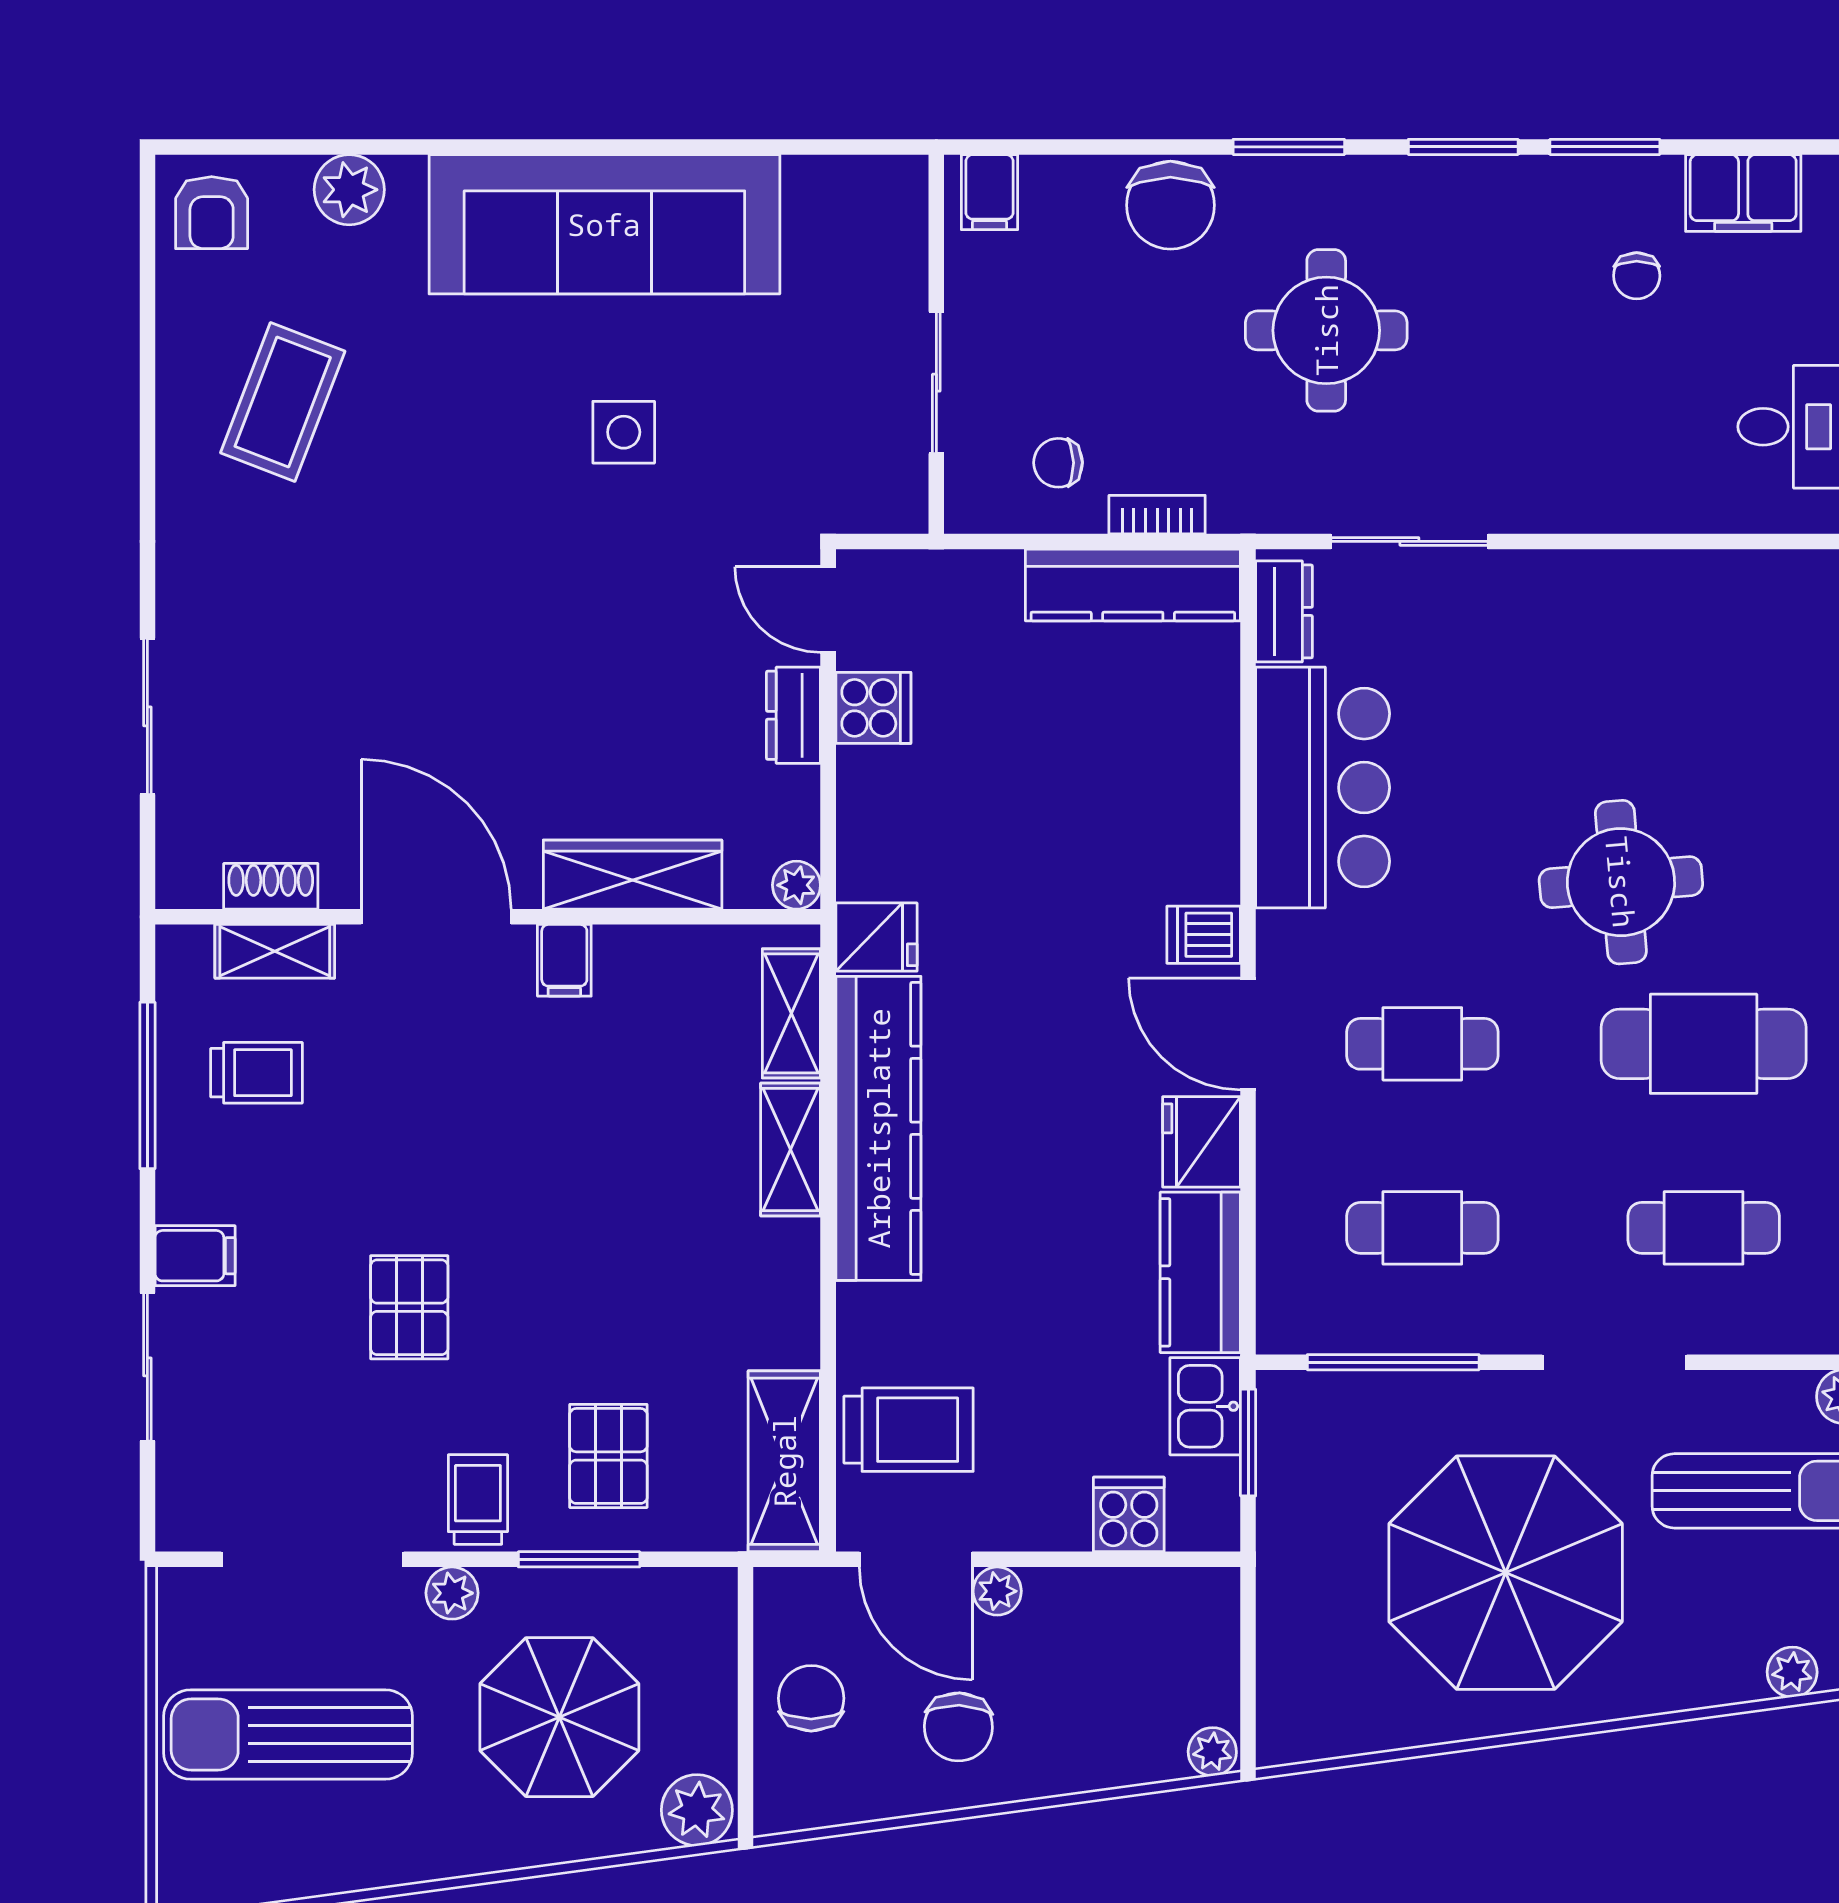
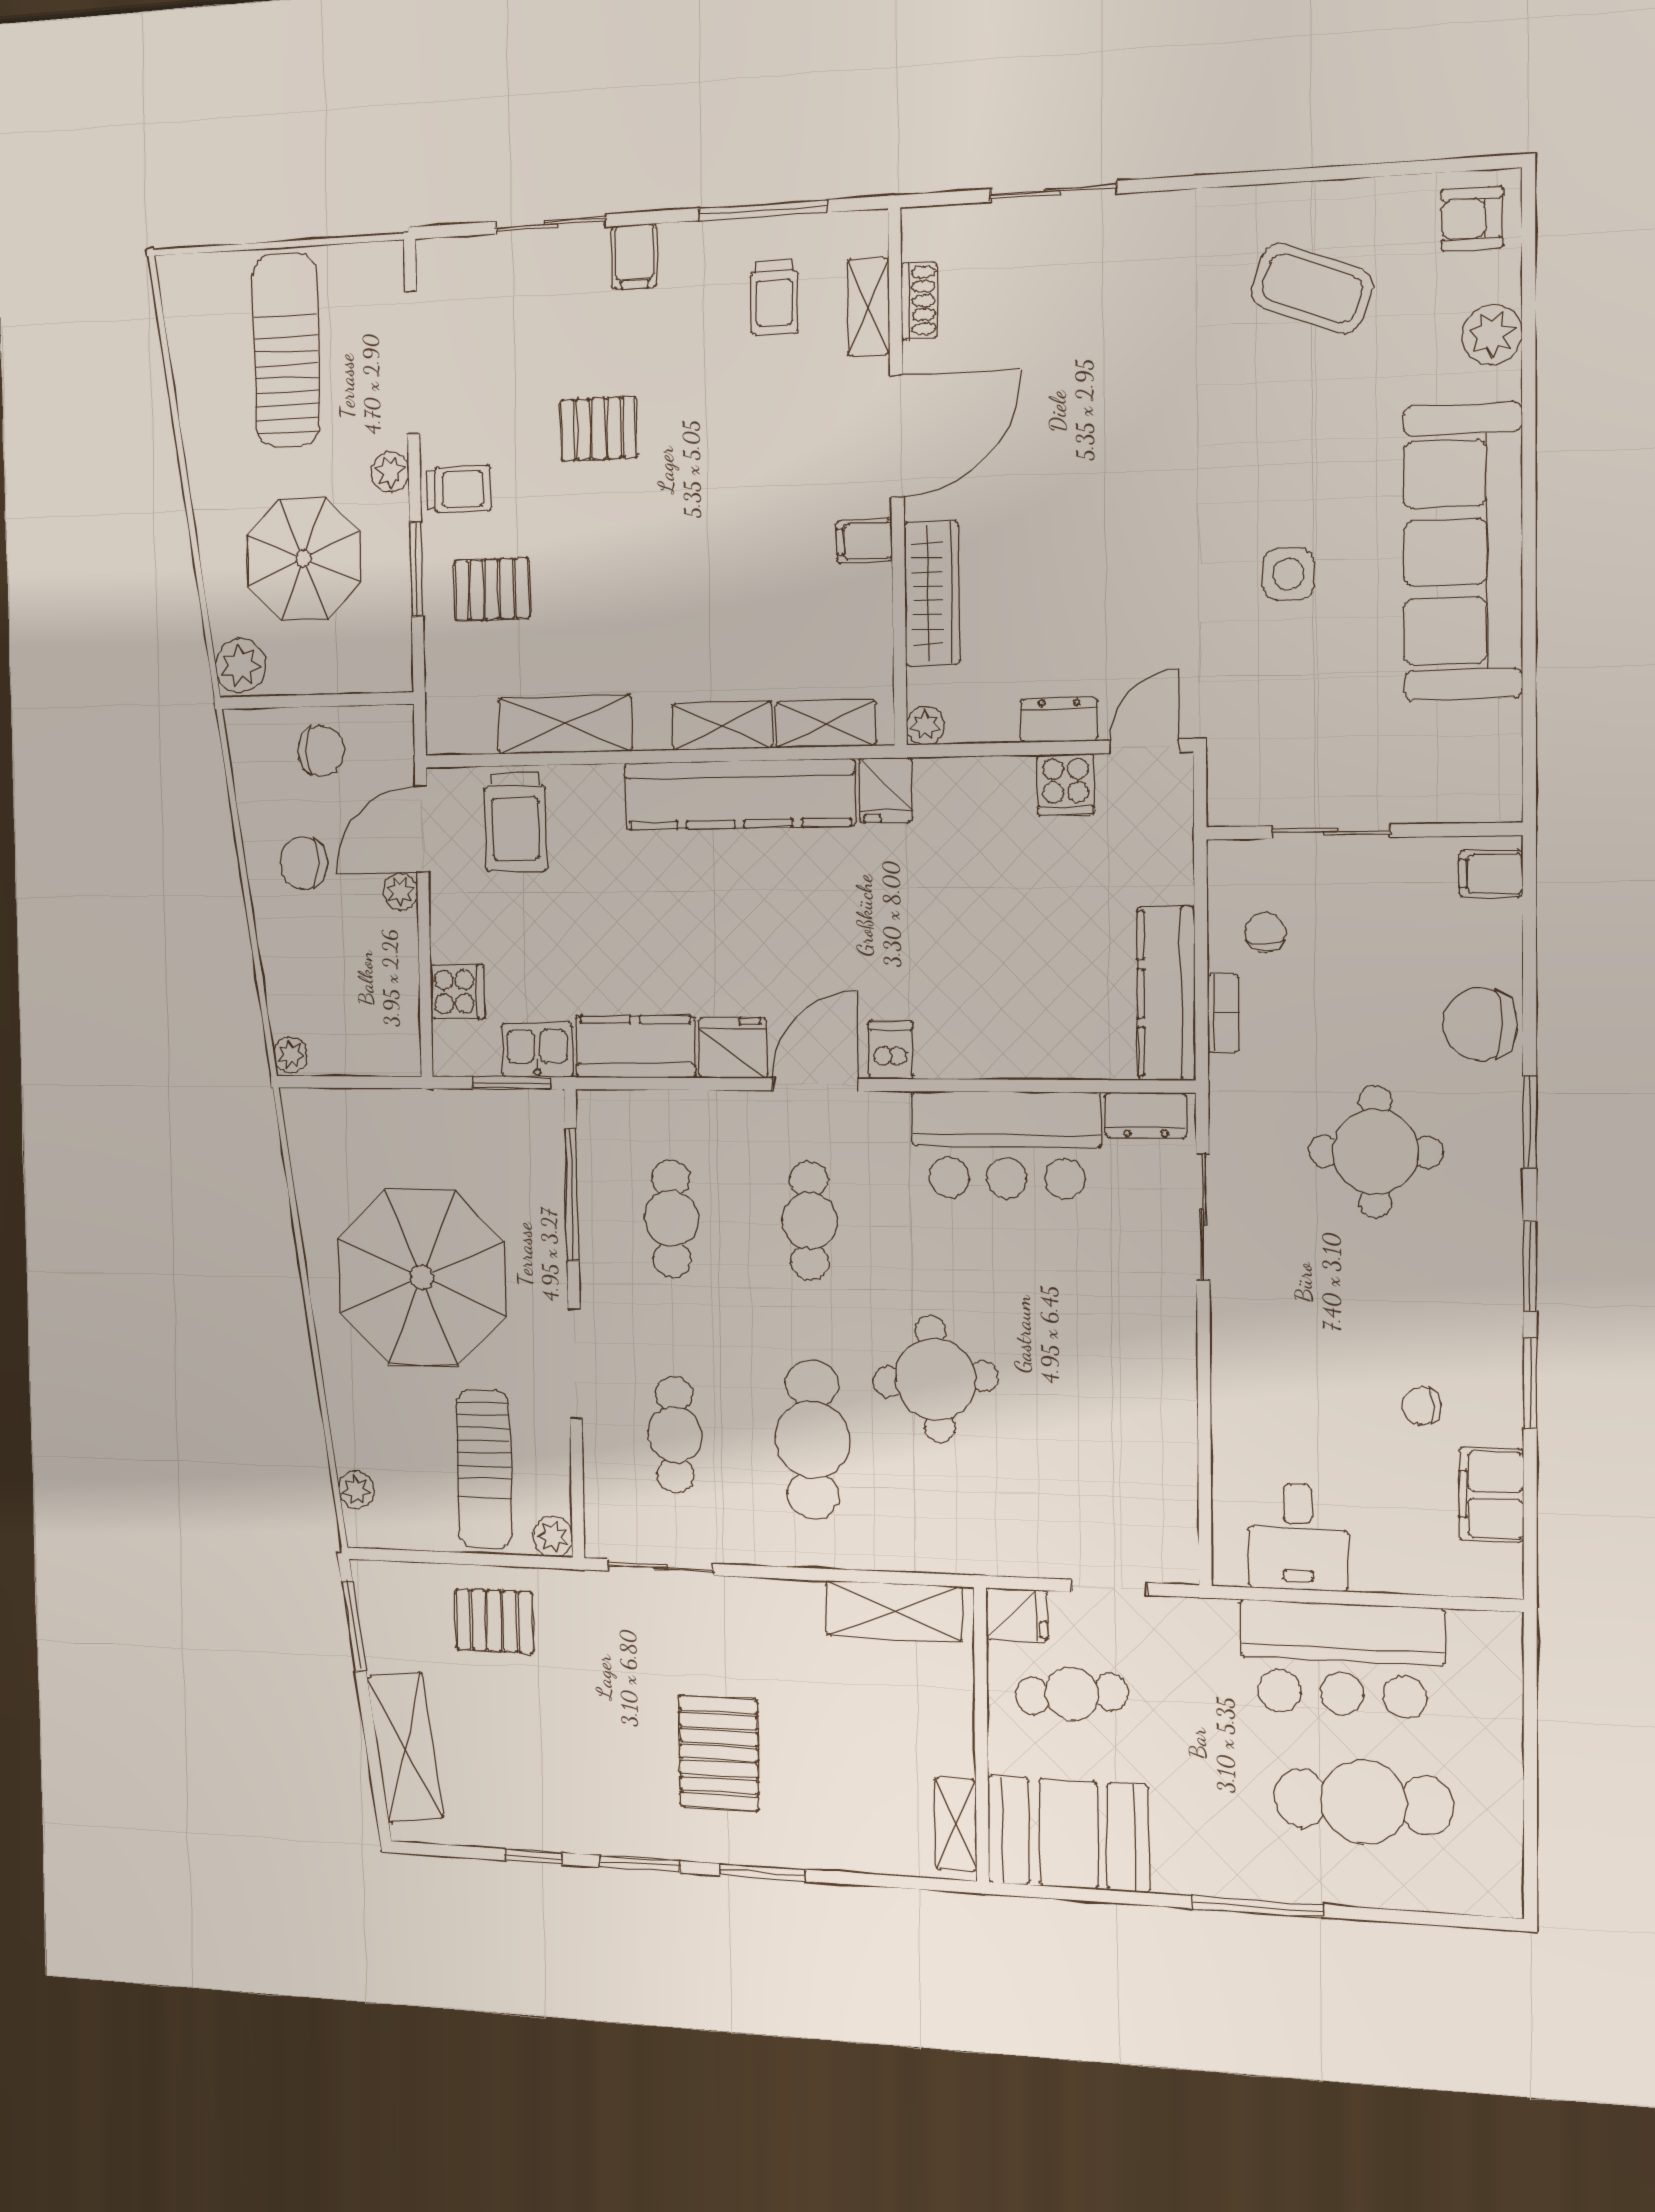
shelving: (784, 1461) -> (565, 724), moved

